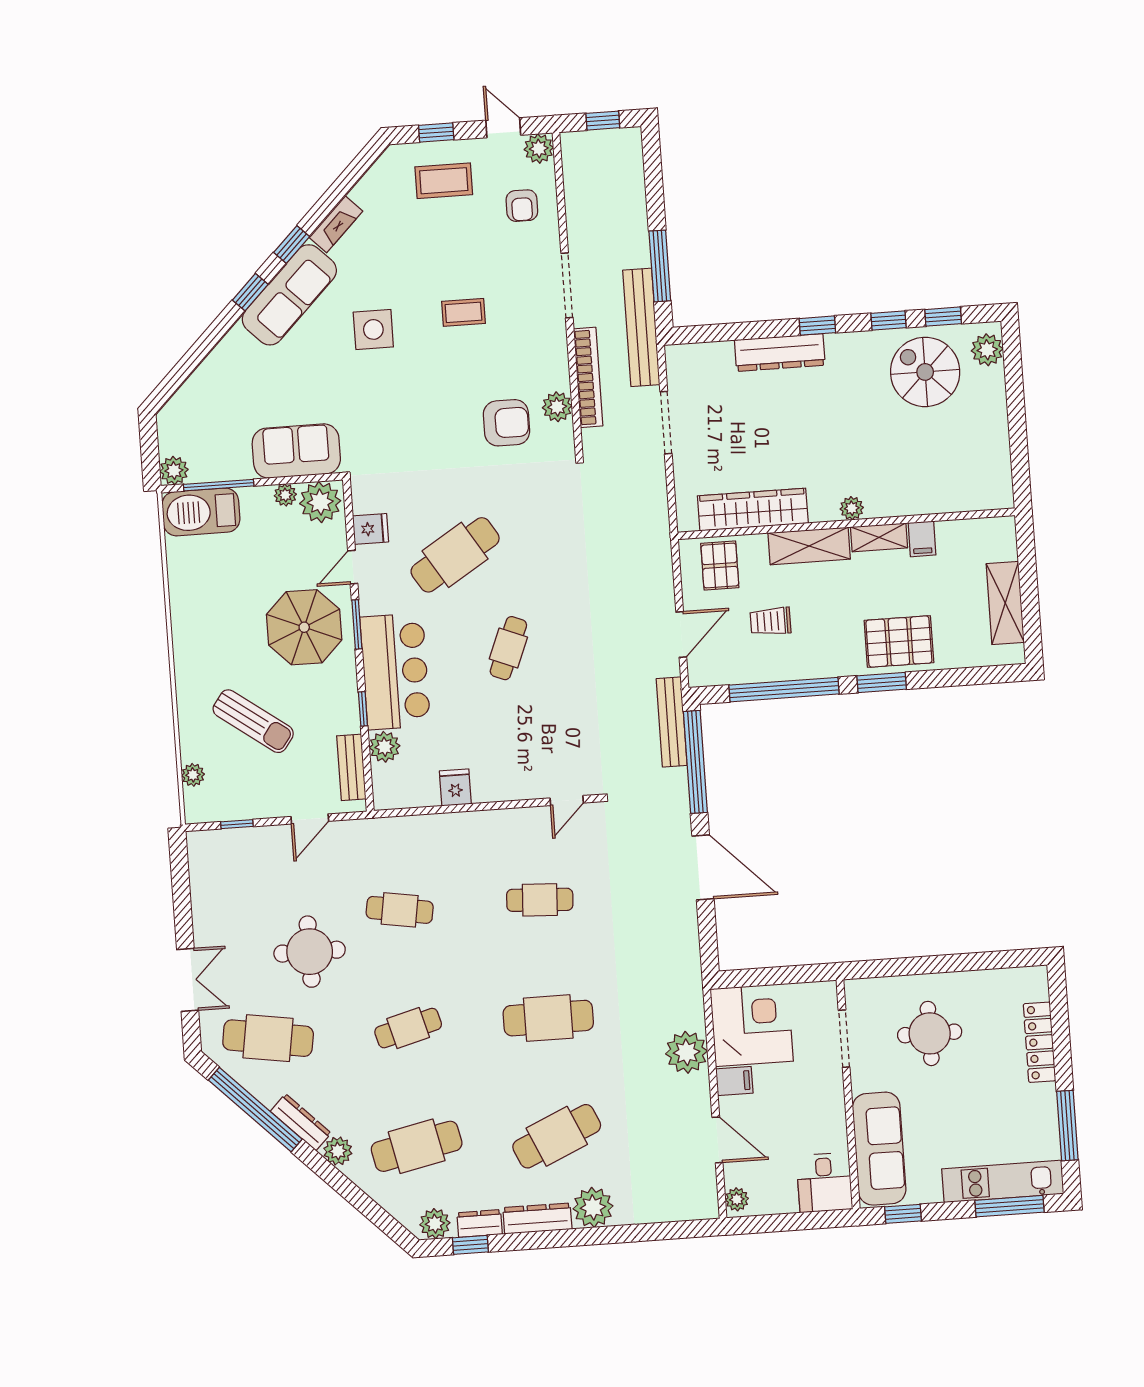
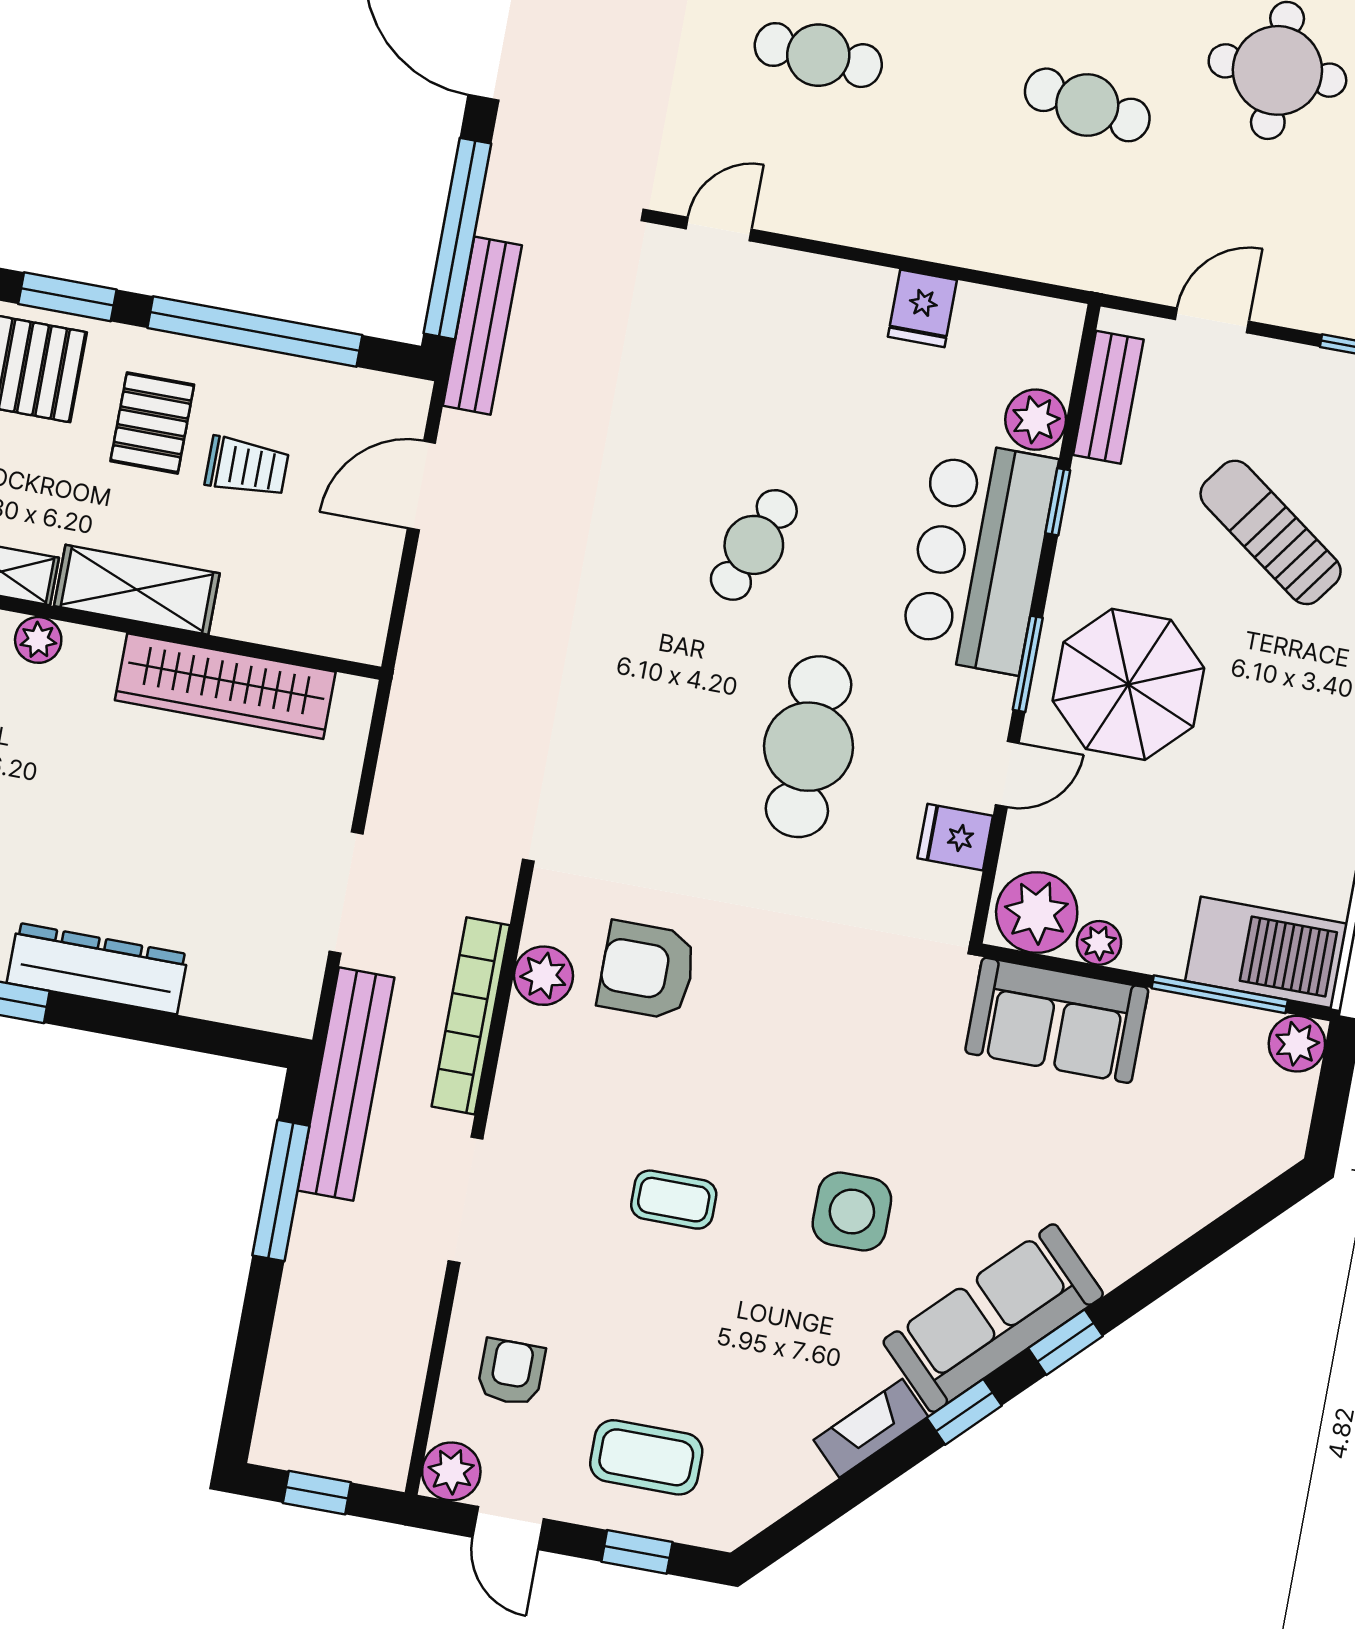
cafe table: (455, 555) -> (809, 747), turned -58
pallet: (720, 566) -> (152, 423), moved

